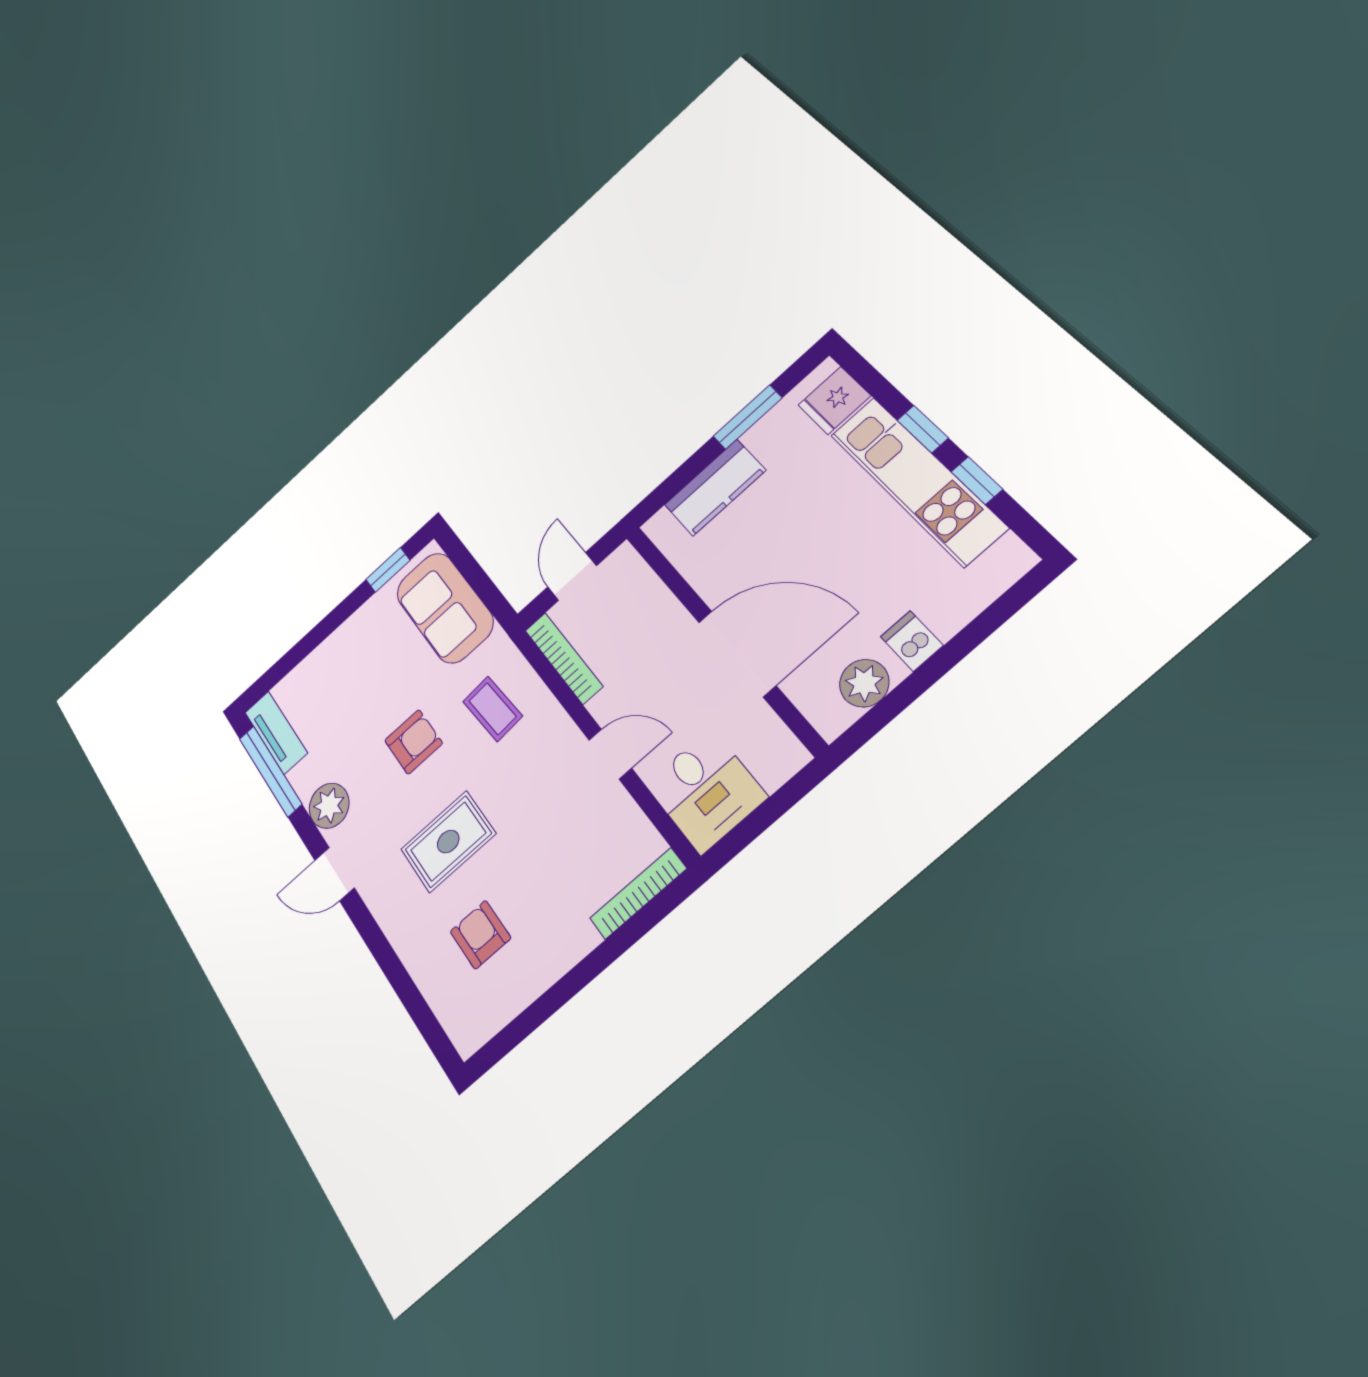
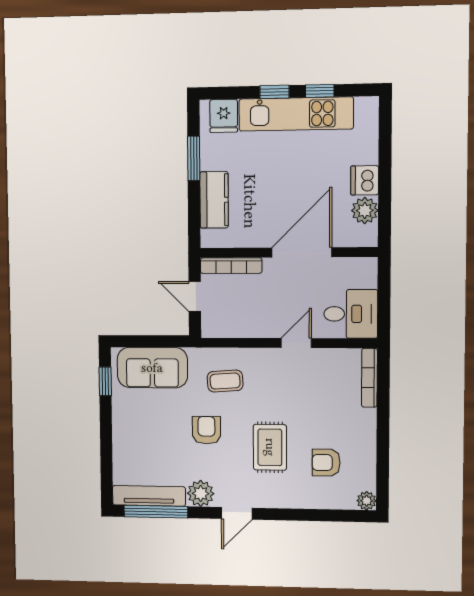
dishwasher: (912, 641) -> (365, 180), width x1.38
bookcase: (564, 658) -> (231, 266), moved, turned 180
tv unit: (276, 733) -> (149, 496), width x1.41
plant: (468, 1037) -> (367, 501), added

